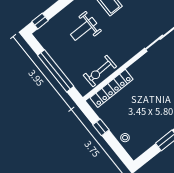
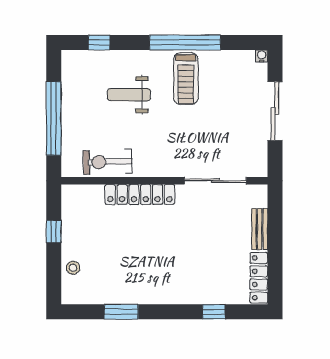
window: (40, 21) -> (99, 42), moved
locker: (112, 88) -> (140, 194), moved

